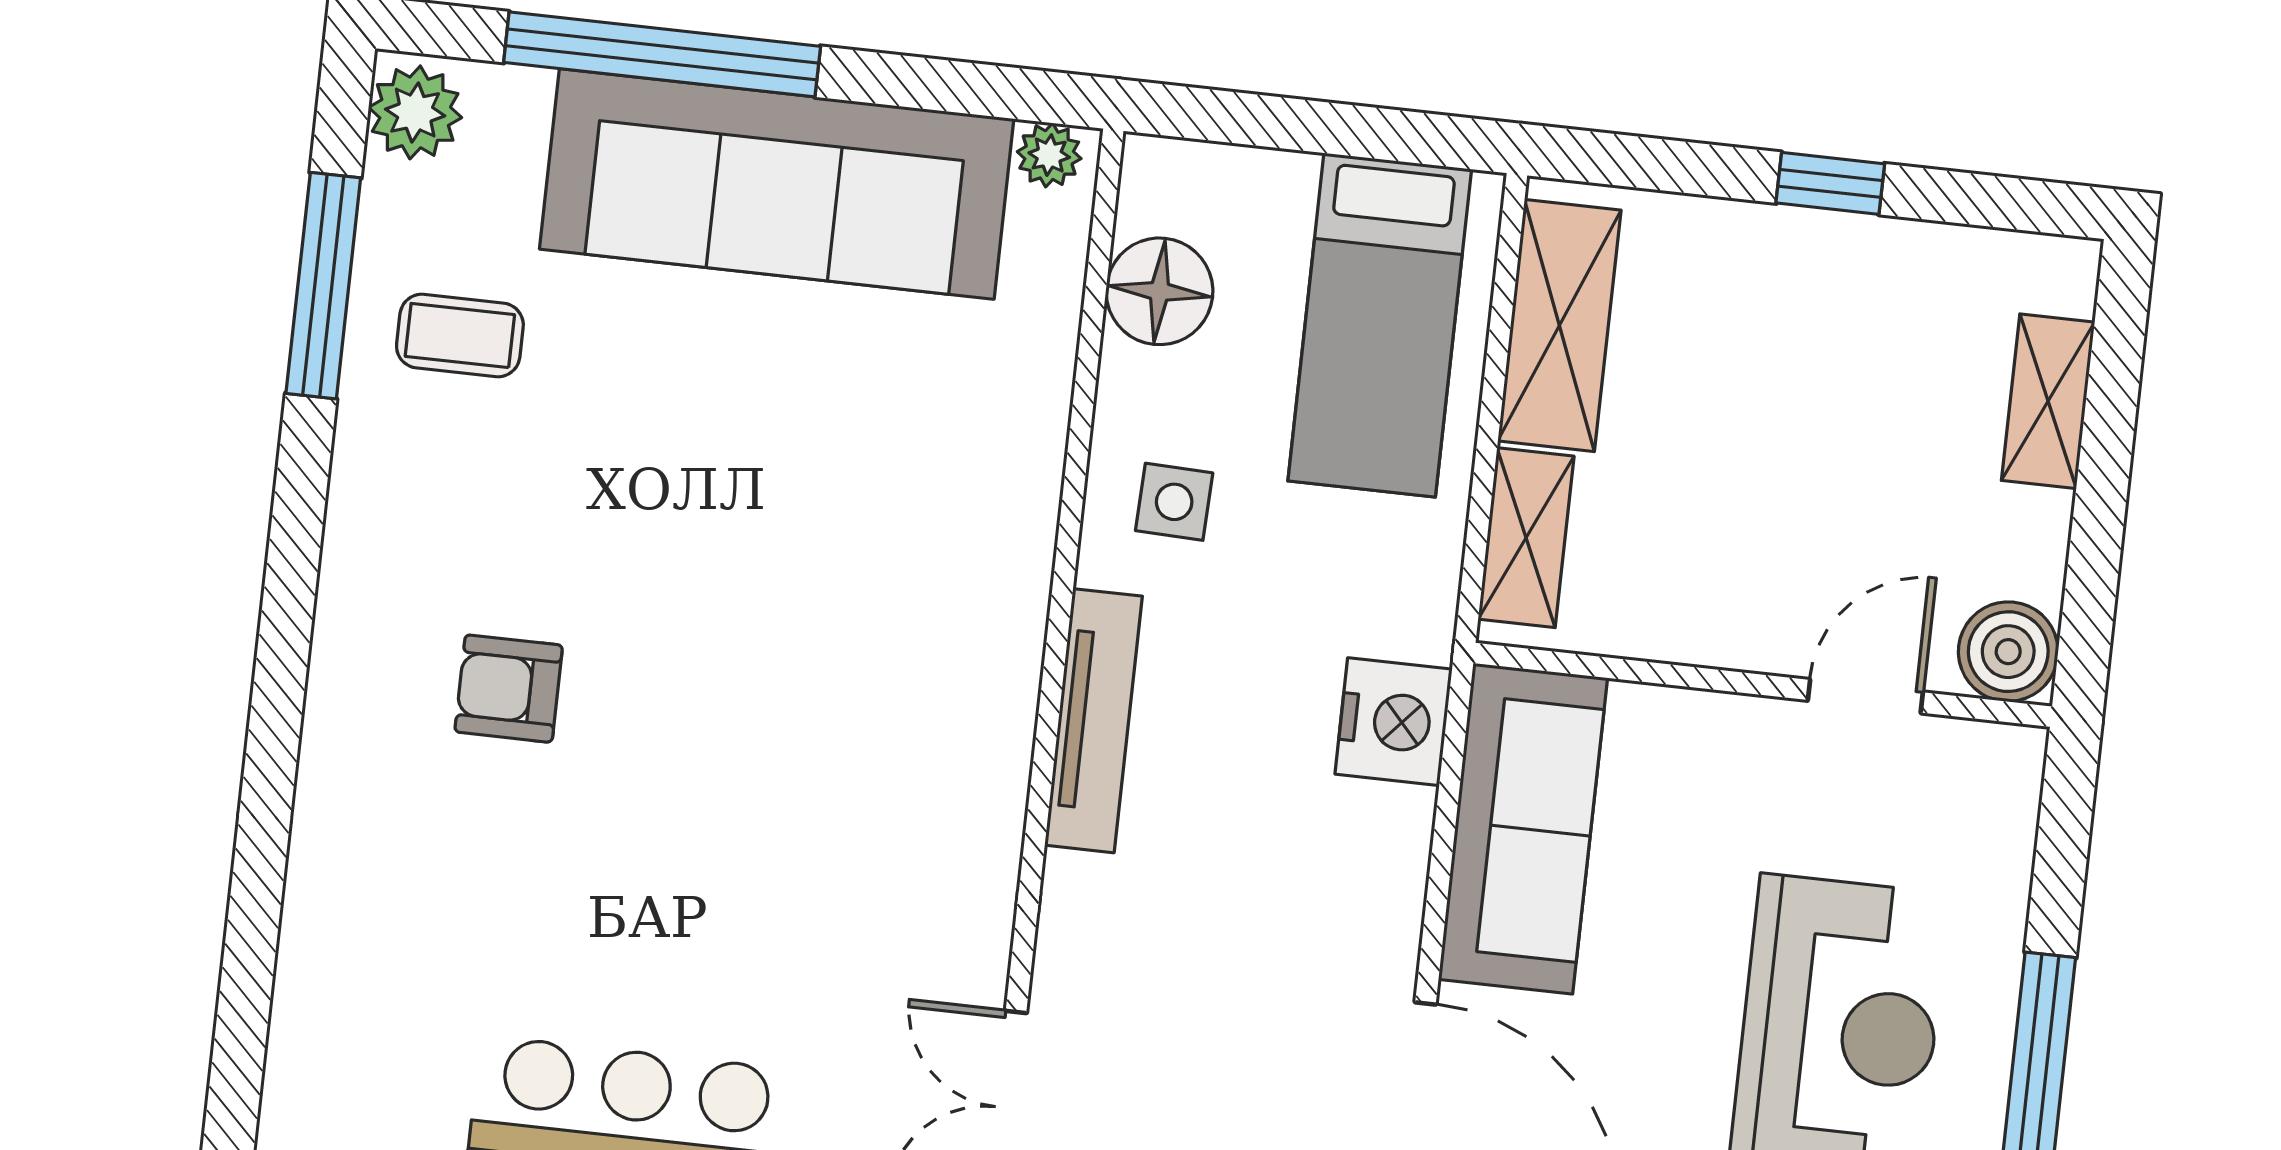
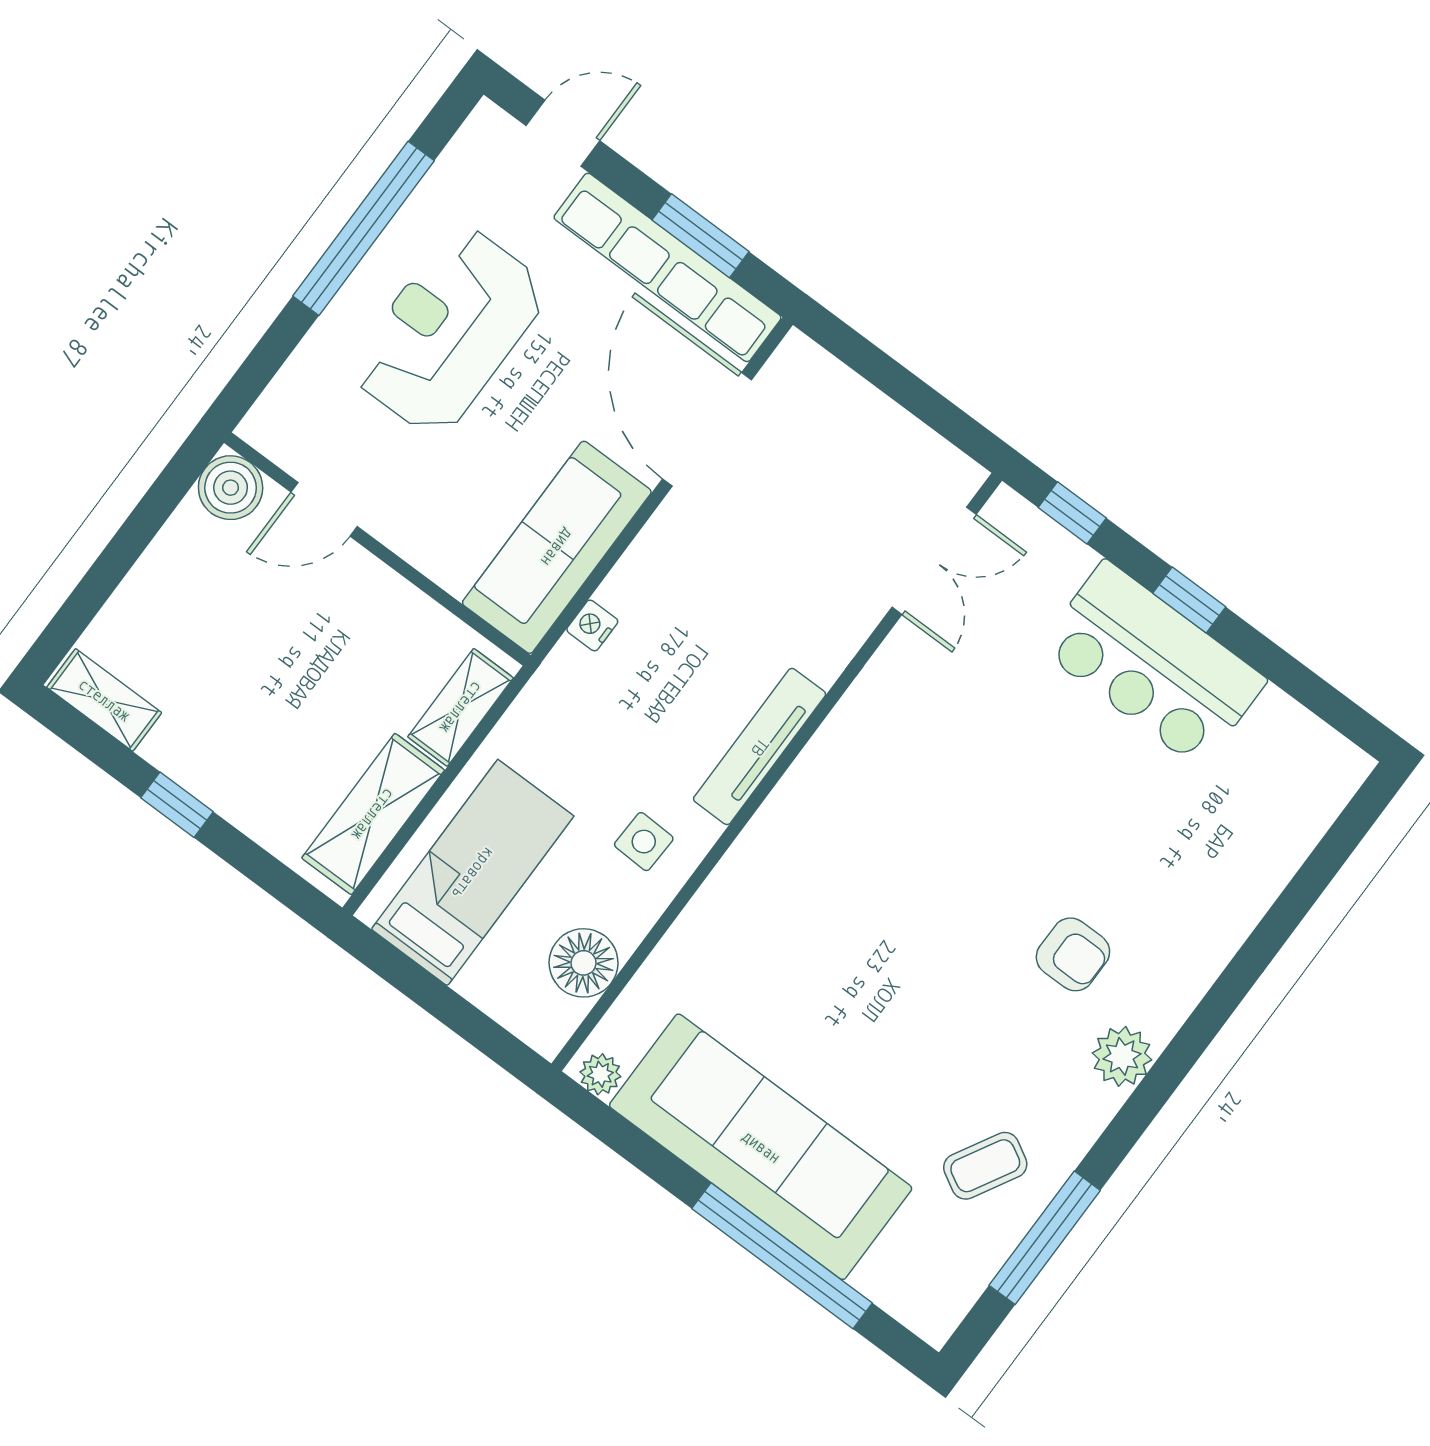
plant: (415, 112) -> (1122, 1056), moved
coffee table: (460, 336) -> (985, 1166), turned -61
shelving: (2048, 401) -> (104, 700), moved, turned 90
nightstand: (1394, 722) -> (592, 625), width x0.53, depth x0.56

